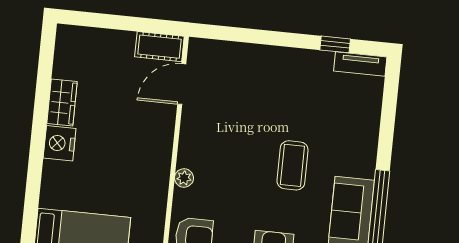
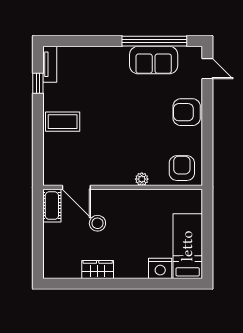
stool: (128, 109) -> (97, 223), added
nightstand: (60, 143) -> (160, 268), moved
coffee table: (292, 165) -> (63, 122), moved

